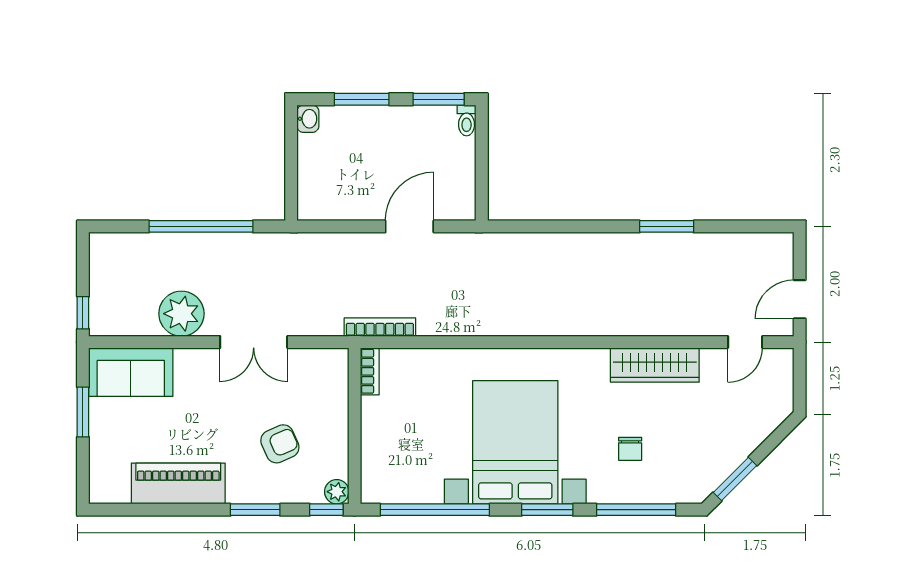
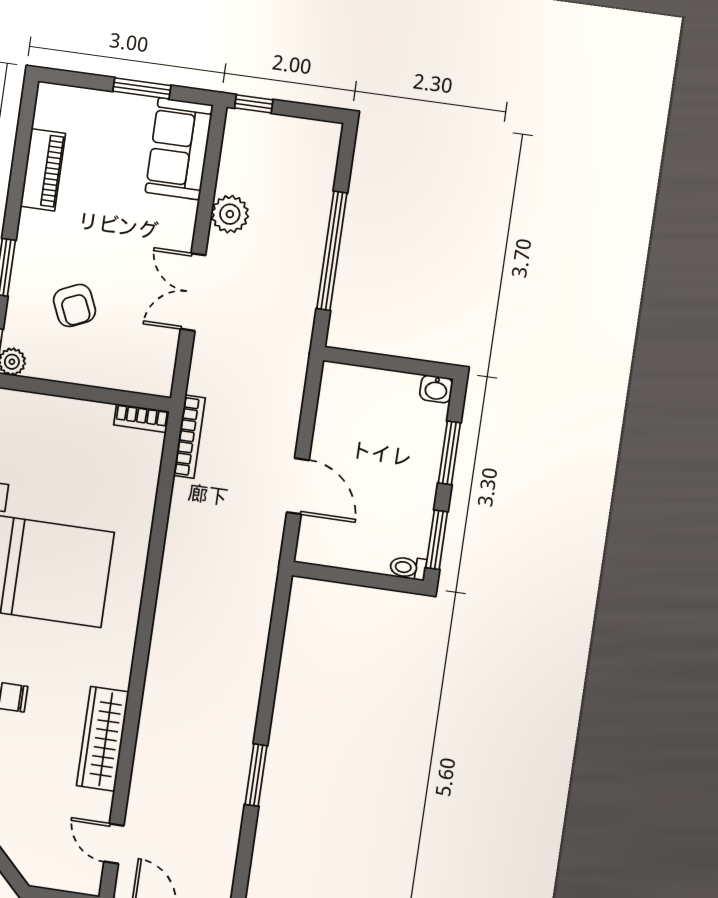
plant: (181, 314) -> (230, 214), width x0.73, depth x0.73
piano: (178, 483) -> (43, 170), width x0.73, depth x0.75

